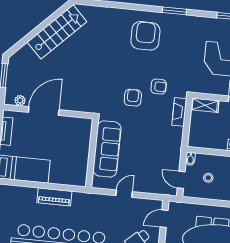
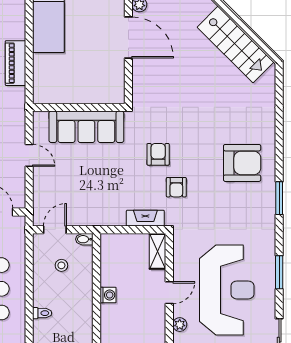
armchair: (133, 98) -> (158, 154), turned -90

